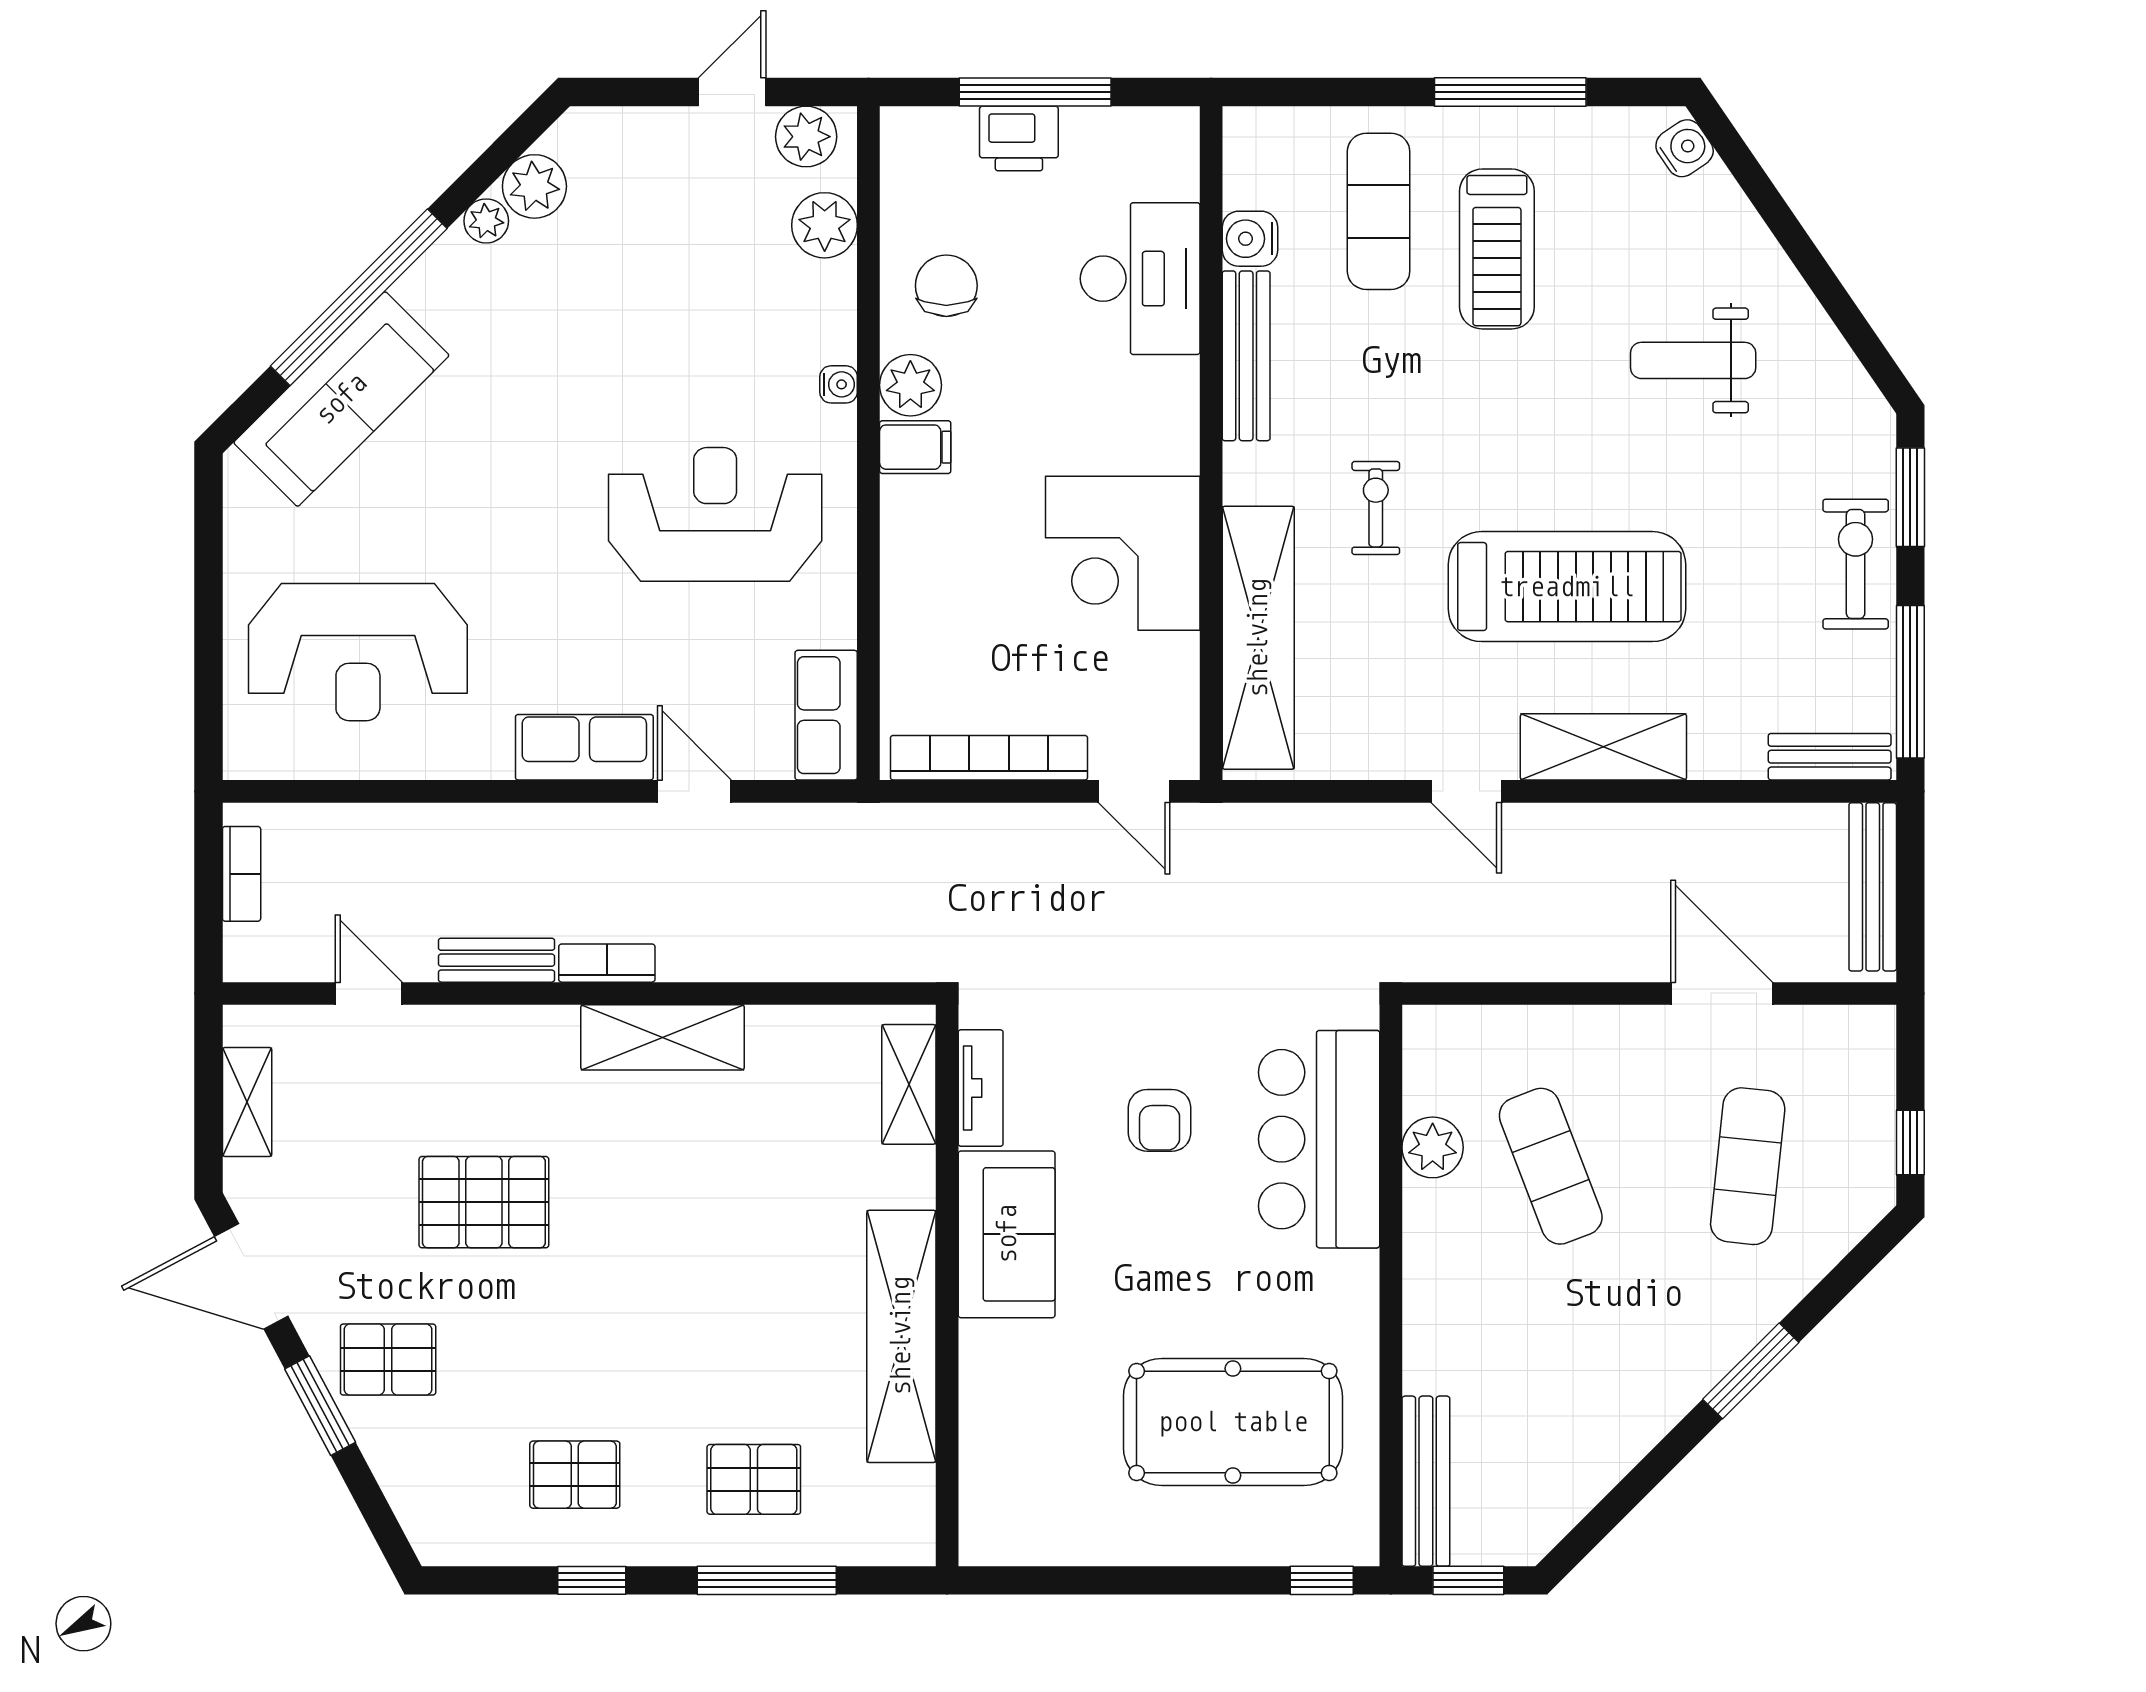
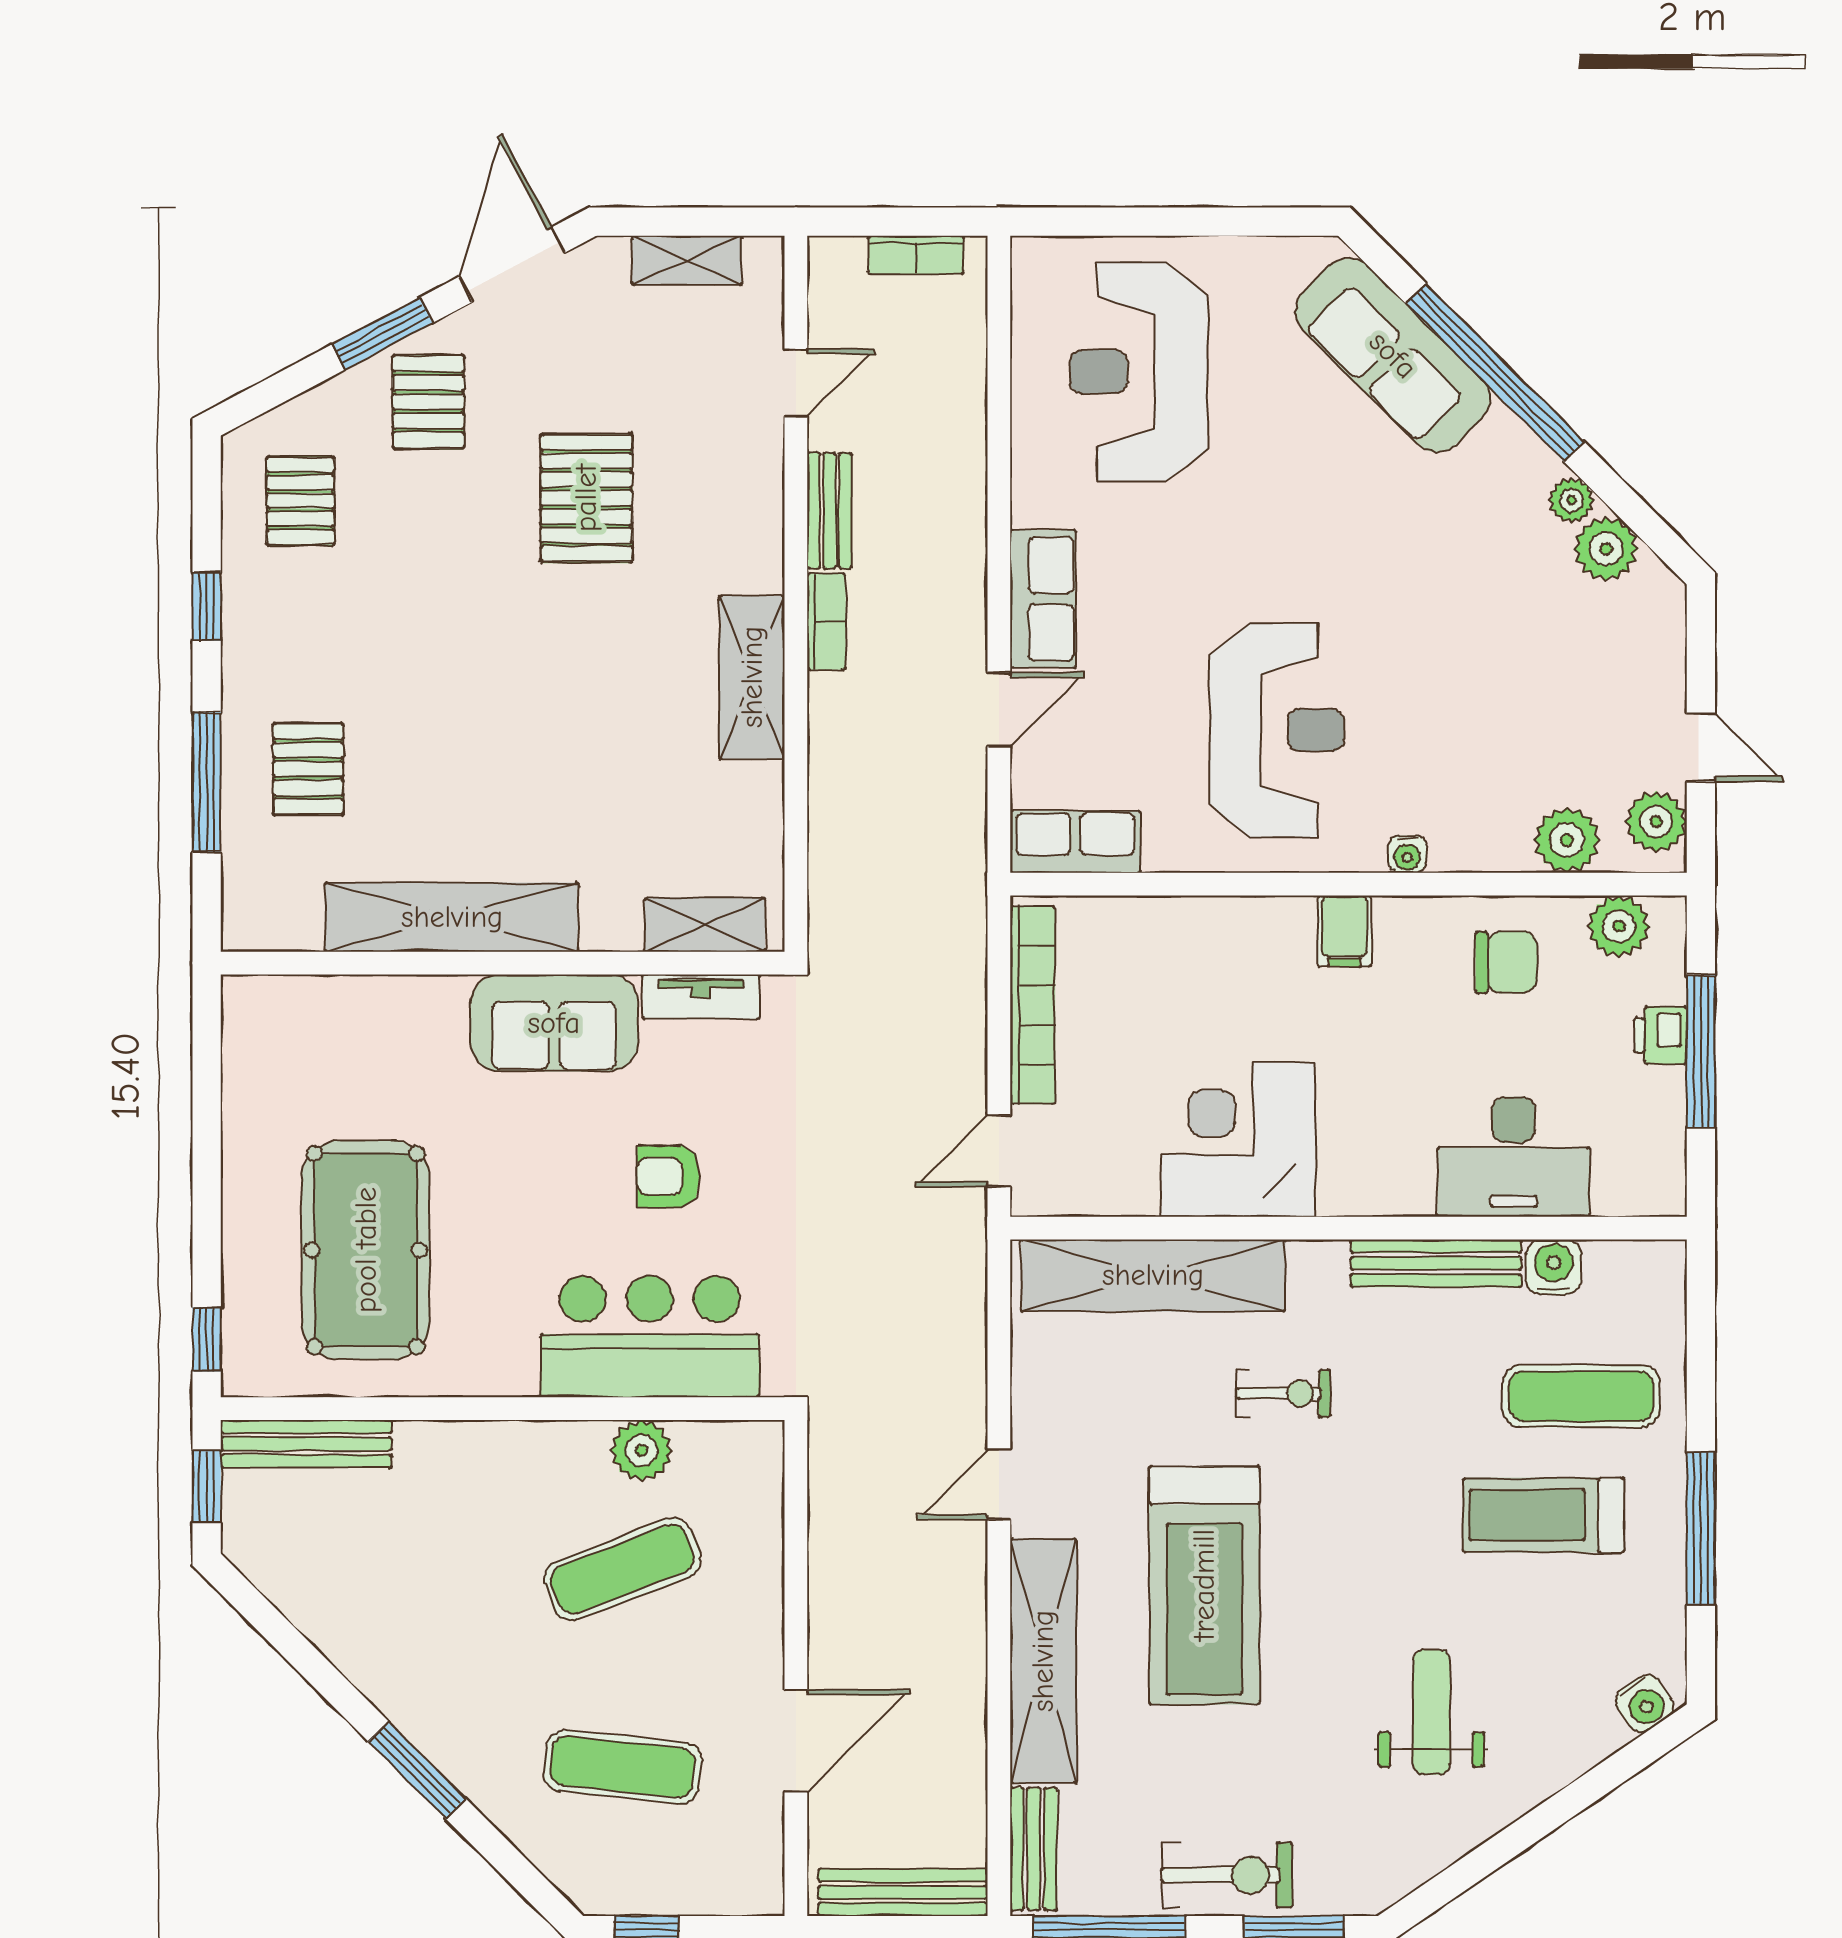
printer: (1019, 138) -> (1661, 1035), width x0.73, depth x0.81
plant: (910, 385) -> (1619, 926), moved
shelving: (1603, 747) -> (1043, 1661), width x1.47
pallet: (575, 1475) -> (301, 501), moved

